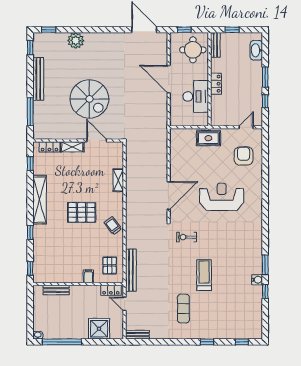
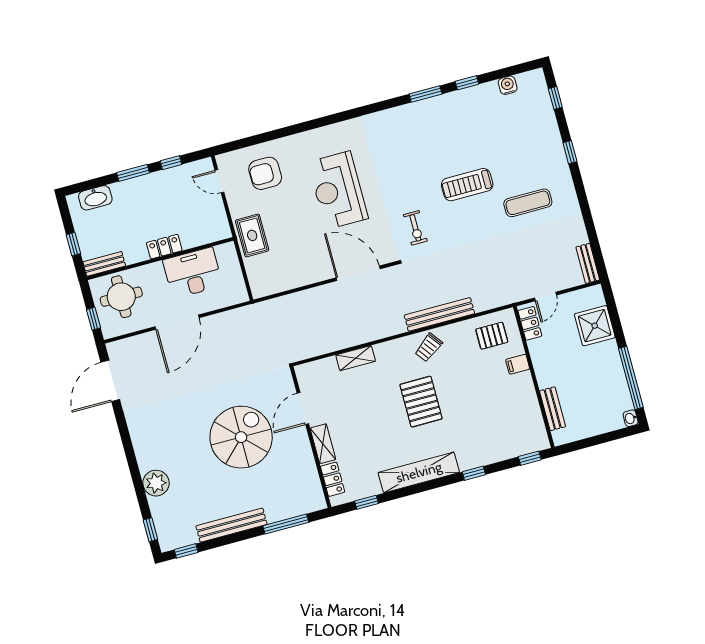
bench: (131, 270) -> (439, 314), moved
water cooler: (257, 280) -> (508, 85), moved

